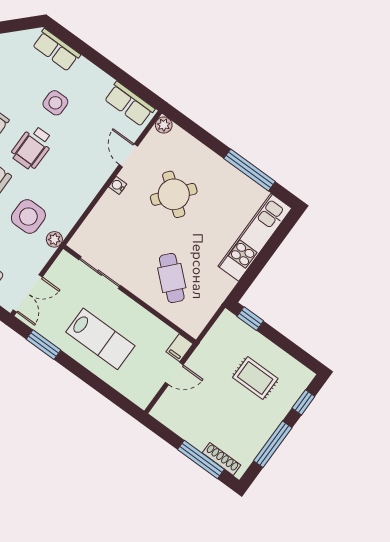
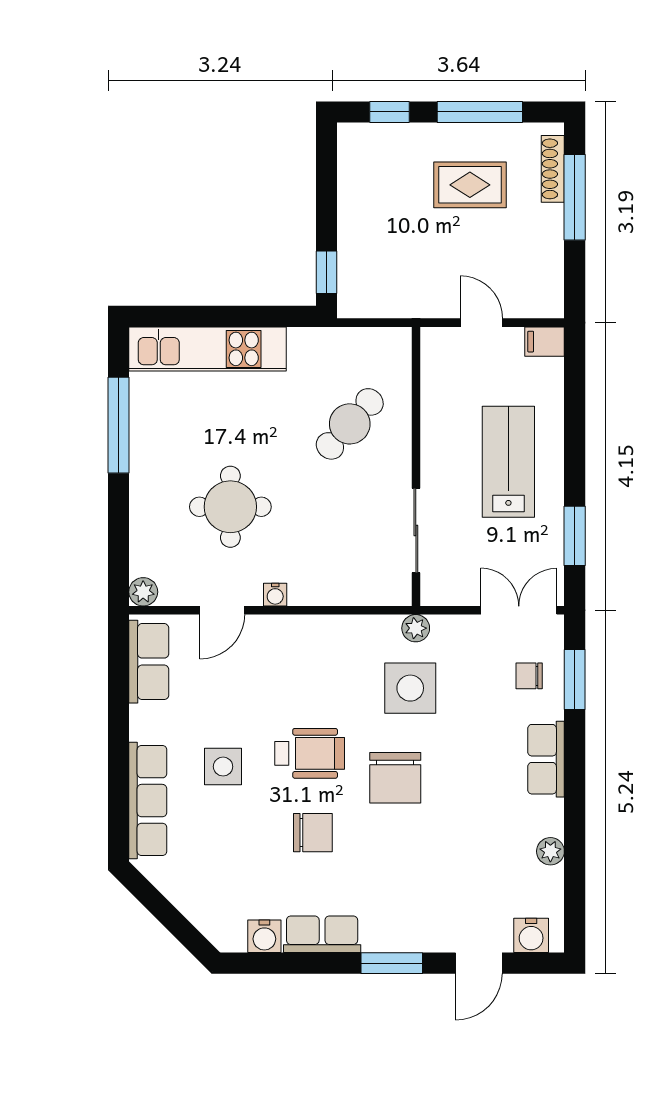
row of seats: (56, 50) -> (148, 801), width x1.48
round table: (174, 194) -> (230, 507), turned -38
filing cabinet: (179, 348) -> (545, 342), moved, turned 180
rug: (255, 378) -> (470, 185), moved, turned 90

